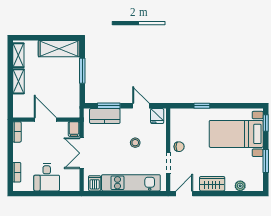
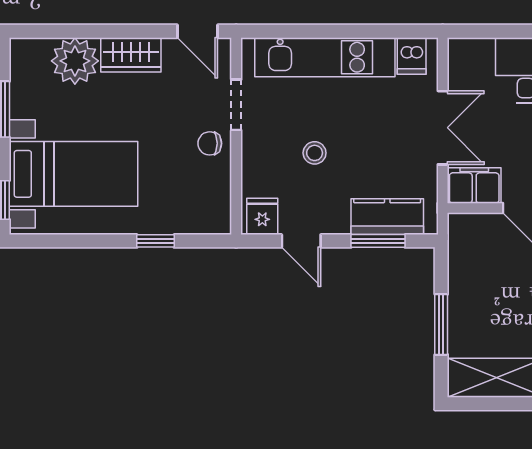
filing cabinet: (74, 129) -> (474, 185), width x2.00
plant: (240, 186) -> (75, 61), width x1.87, depth x1.87
door: (184, 194) -> (198, 31), hinge flipped

